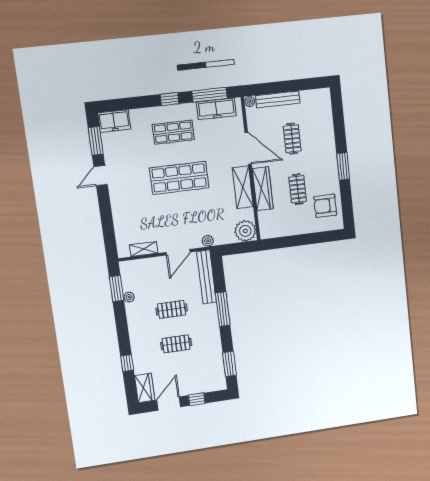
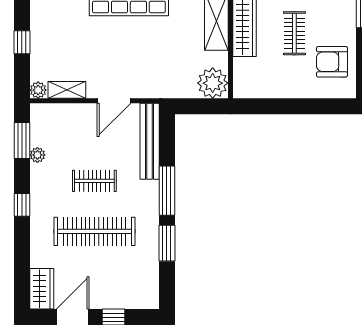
window: (107, 219) -> (22, 42), added
plant: (208, 241) -> (38, 90), moved
clothes rail: (176, 344) -> (94, 231), width x1.86, depth x1.31
window: (127, 363) -> (22, 205), moved
window: (229, 364) -> (167, 243), moved

